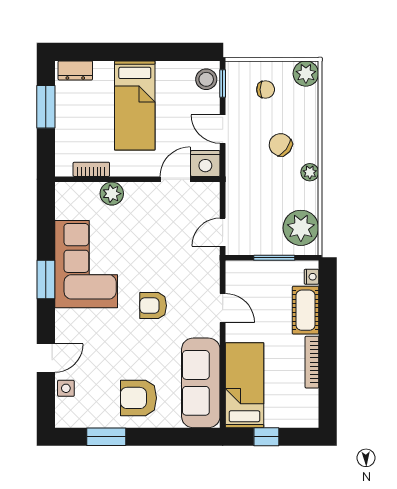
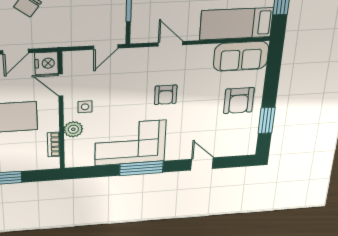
door: (223, 232) -> (106, 47), hinge flipped
window: (46, 279) -> (142, 168), width x1.44
door: (223, 308) -> (170, 44), hinge flipped
sofa: (201, 383) -> (241, 56), width x0.73
side table: (66, 388) -> (85, 107), moved

